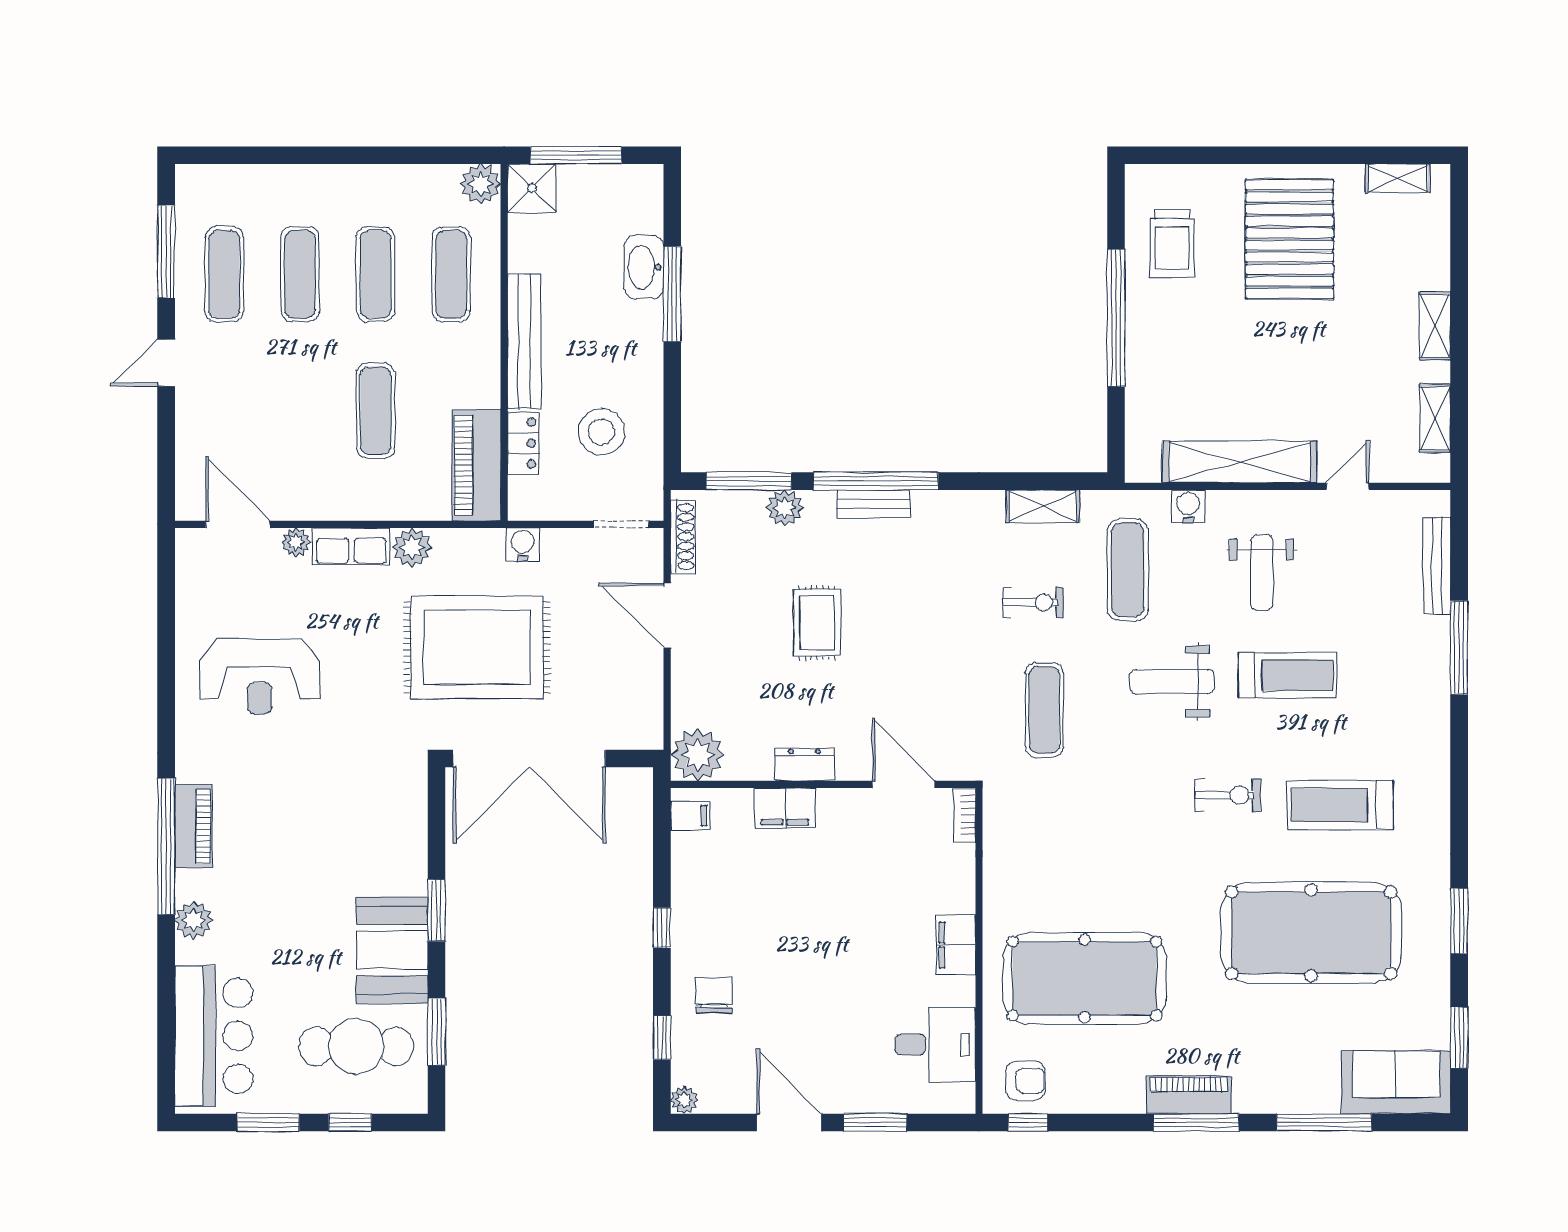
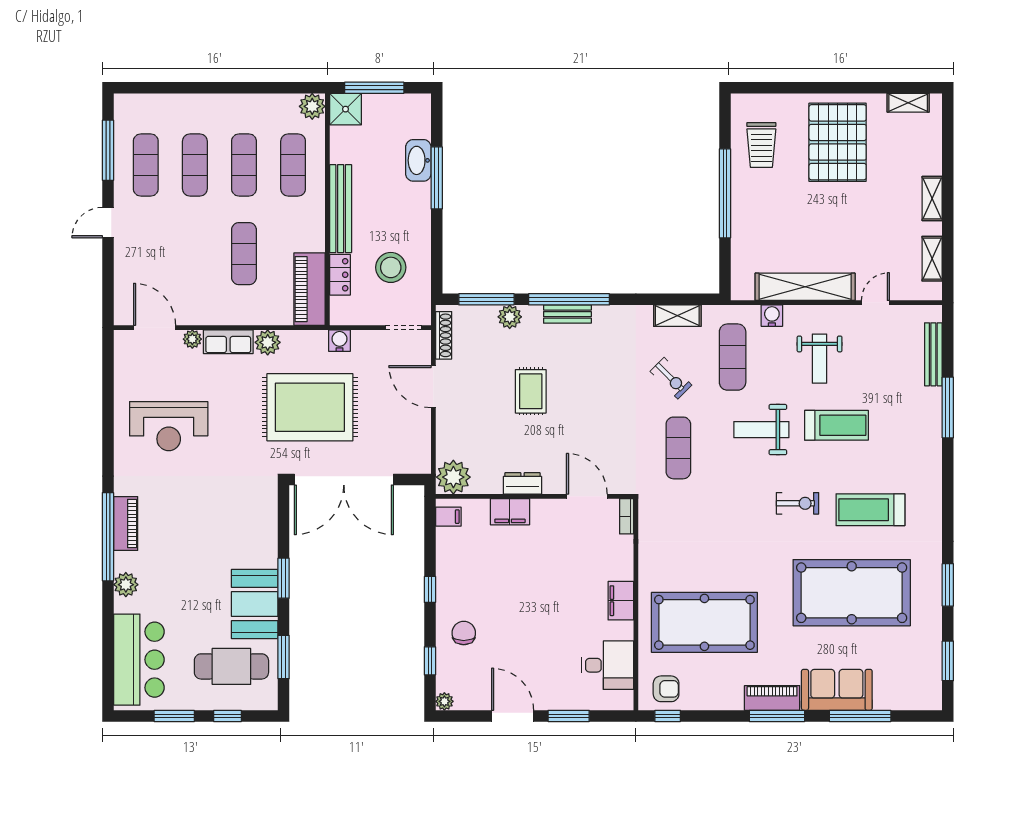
exercise bike: (1033, 602) -> (671, 378), turned 45
sofa: (1396, 1082) -> (837, 690), moved

